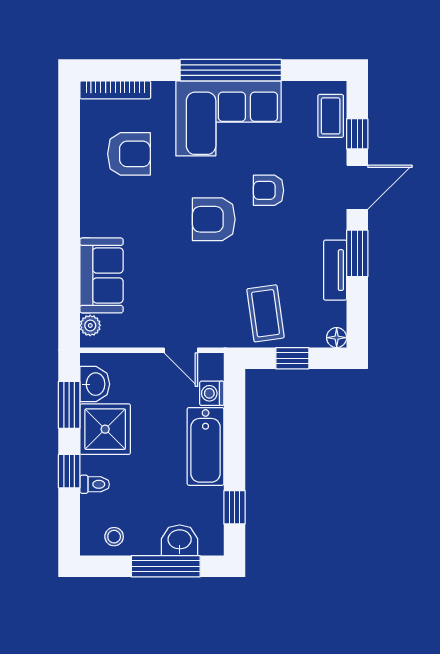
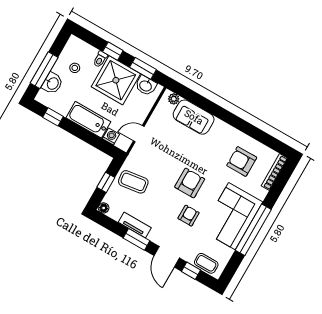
armchair: (129, 154) -> (242, 161), turned 90
shower: (105, 429) -> (116, 80), width x1.37, depth x1.37
stool: (114, 537) -> (75, 68), moved

